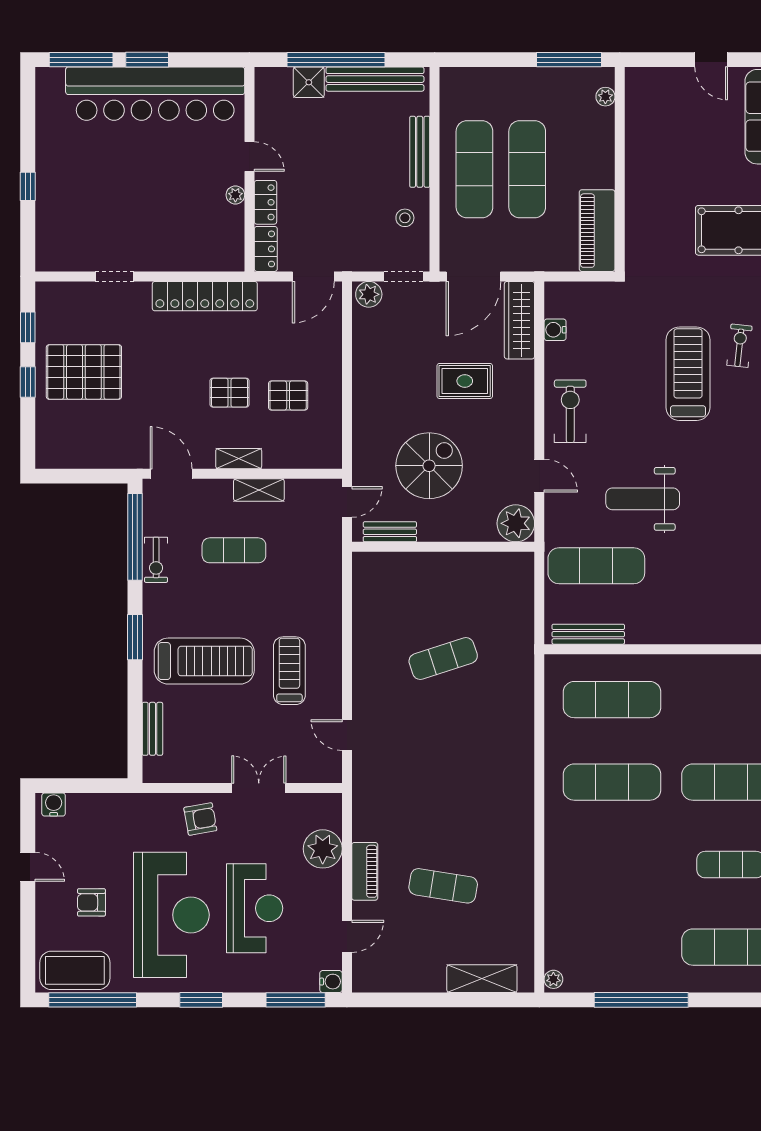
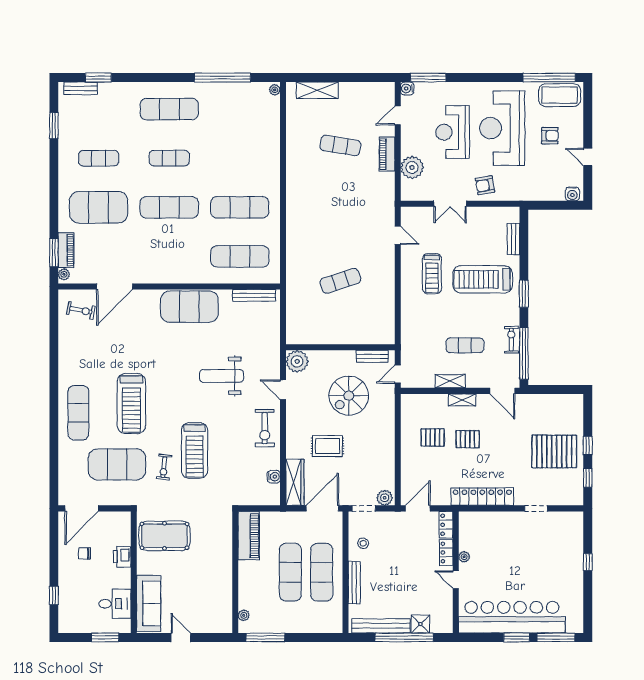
weight bench: (643, 499) -> (222, 376), turned 180
exercise mat: (596, 566) -> (189, 307), moved, width x1.47
window: (201, 1000) -> (485, 78), removed

